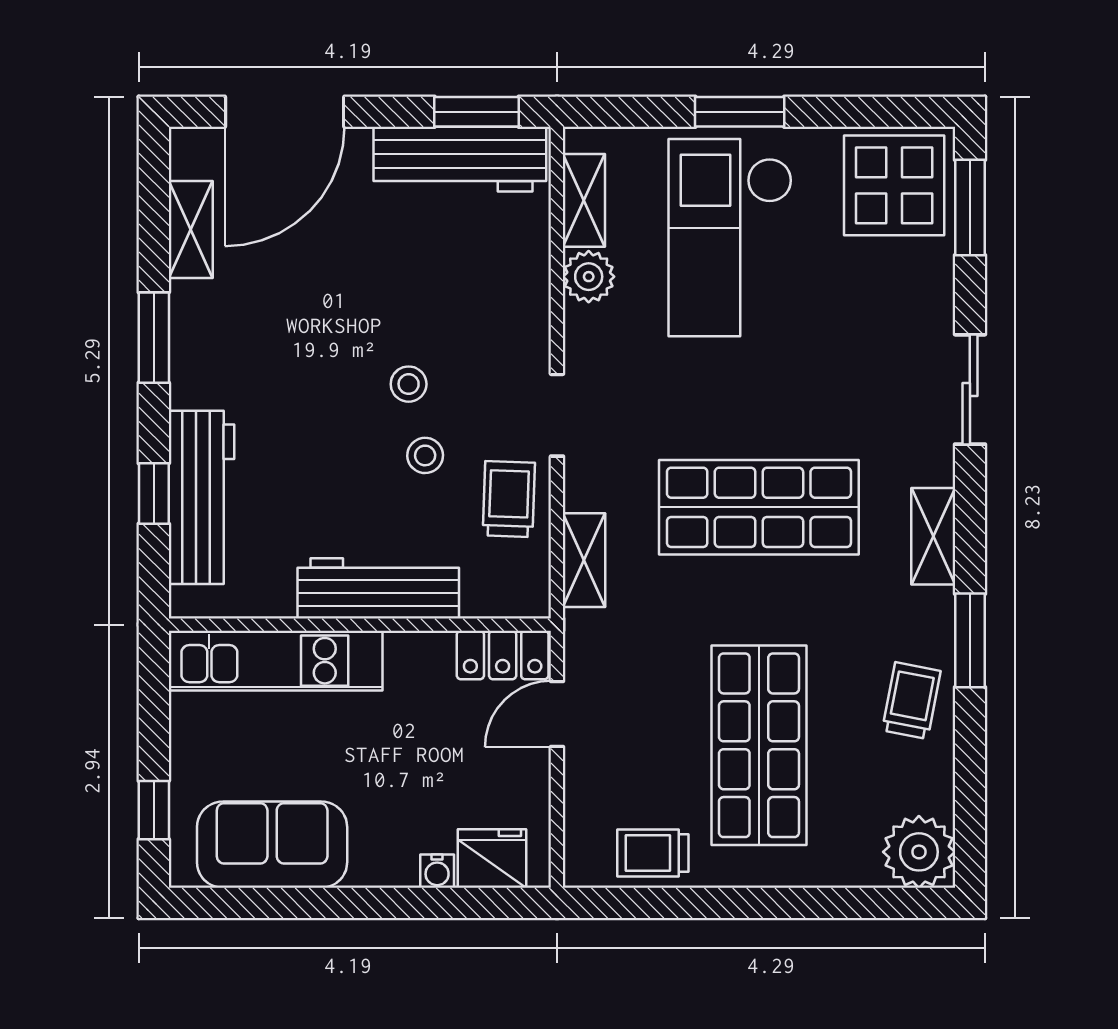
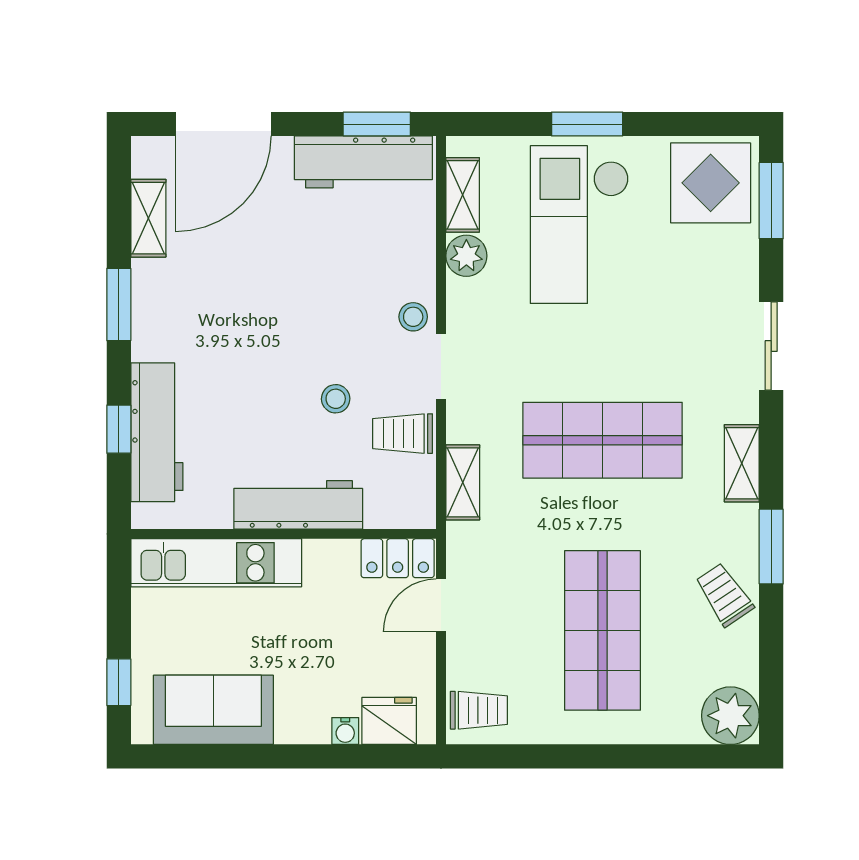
stool: (409, 384) -> (413, 317), moved
trolley: (509, 499) -> (403, 434), turned -92
trolley: (911, 701) -> (724, 595), turned -45
trolley: (653, 853) -> (479, 710), moved, turned 180

